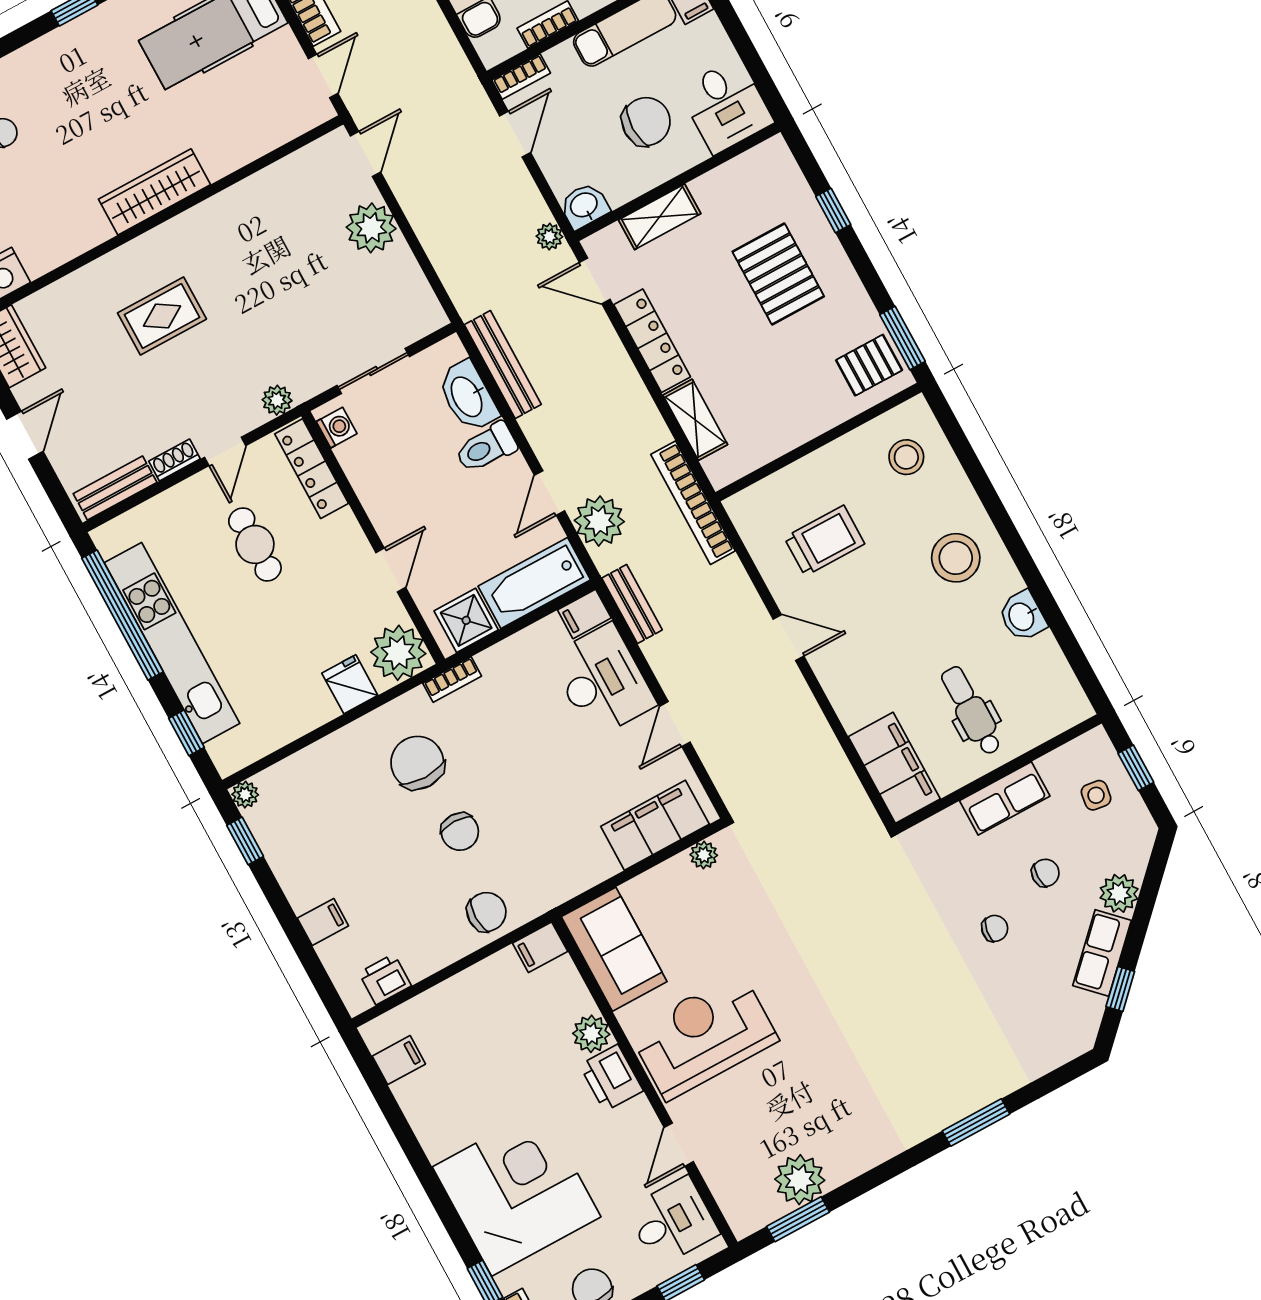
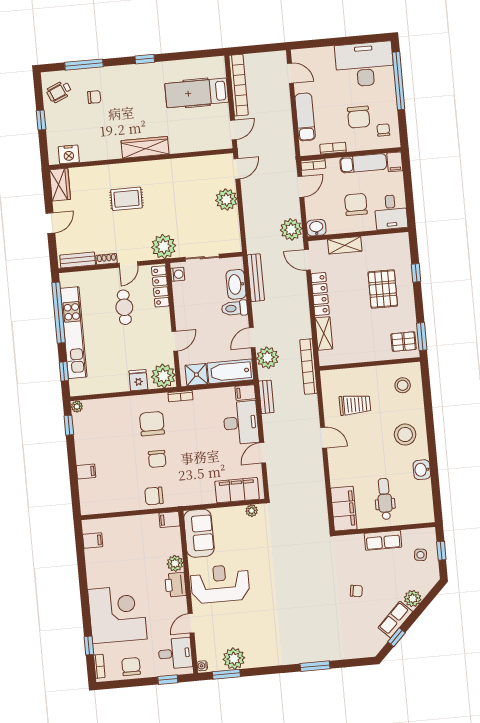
chair: (646, 122) -> (356, 204), turned -90
plant: (549, 237) -> (291, 229), width x1.88, depth x1.88
plant: (277, 400) -> (164, 246), width x1.87, depth x1.87
chair: (1045, 873) -> (386, 577), removed
chair: (487, 912) -> (154, 496), turned 180
printer: (385, 979) -> (101, 505), removed
water cooler: (740, 1223) -> (202, 666), added

